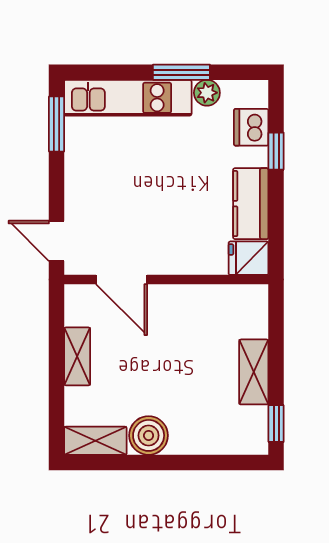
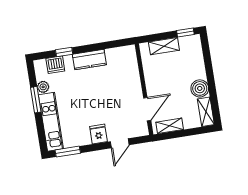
fridge: (248, 258) -> (98, 134), moved, turned 180
door: (122, 280) -> (147, 109), moved
wall: (166, 280) -> (144, 89), moved

